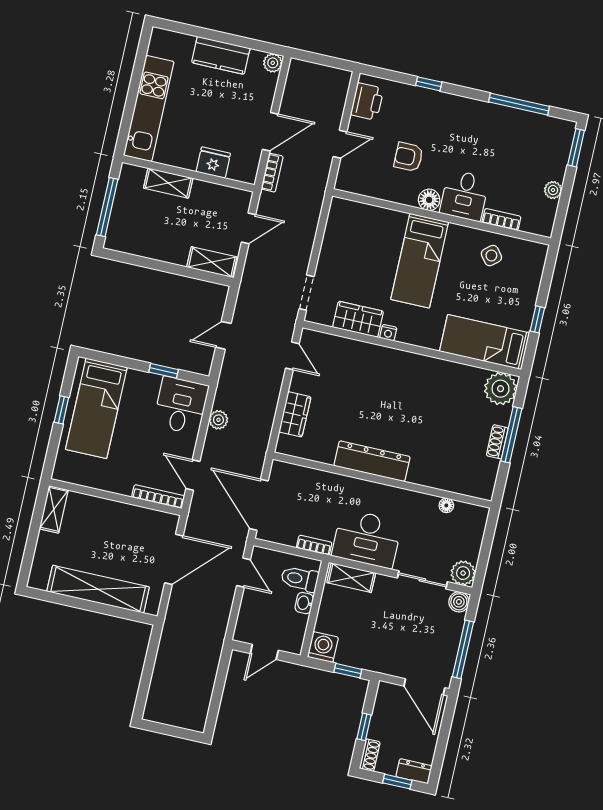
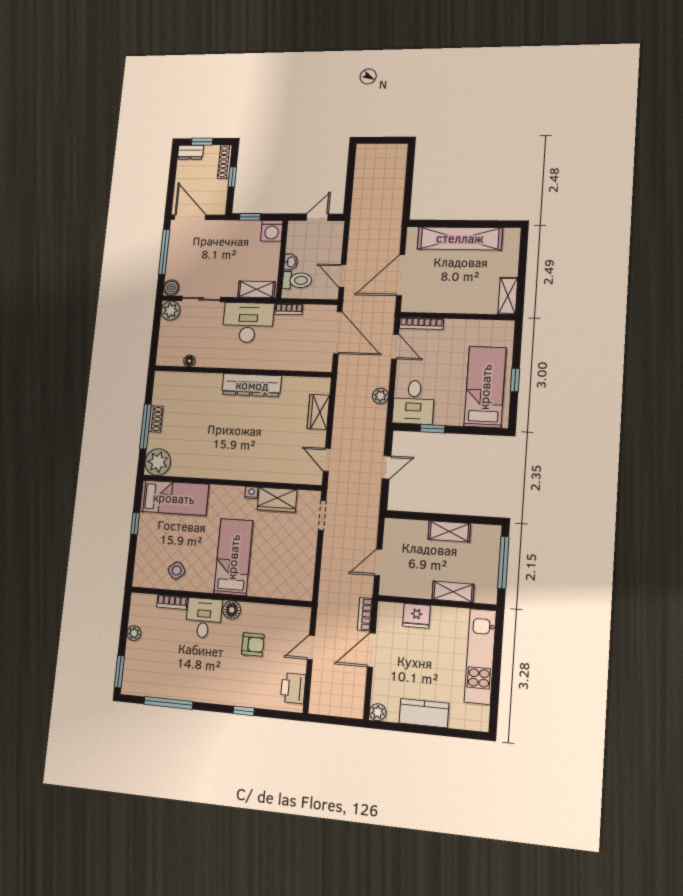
shelving: (212, 262) -> (449, 531), moved
shoe rack: (370, 755) -> (225, 162), width x1.43

